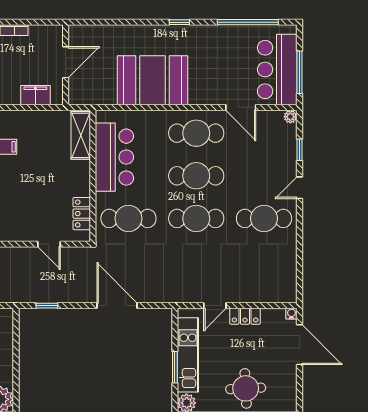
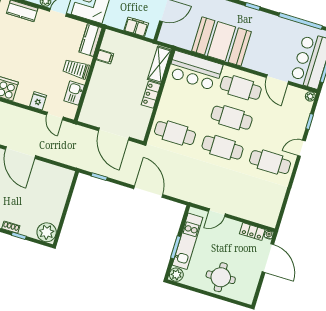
bar counter: (114, 157) -> (195, 71), moved, turned 90
locker: (82, 214) -> (151, 95), moved
door: (49, 244) -> (114, 134), width x1.87
locker: (245, 316) -> (252, 232), moved

